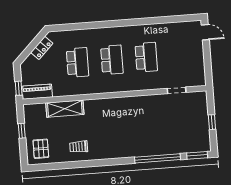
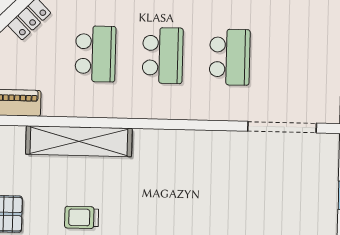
doorway: (177, 90) -> (282, 127), width x1.88
shelving: (65, 109) -> (79, 141), width x1.47

